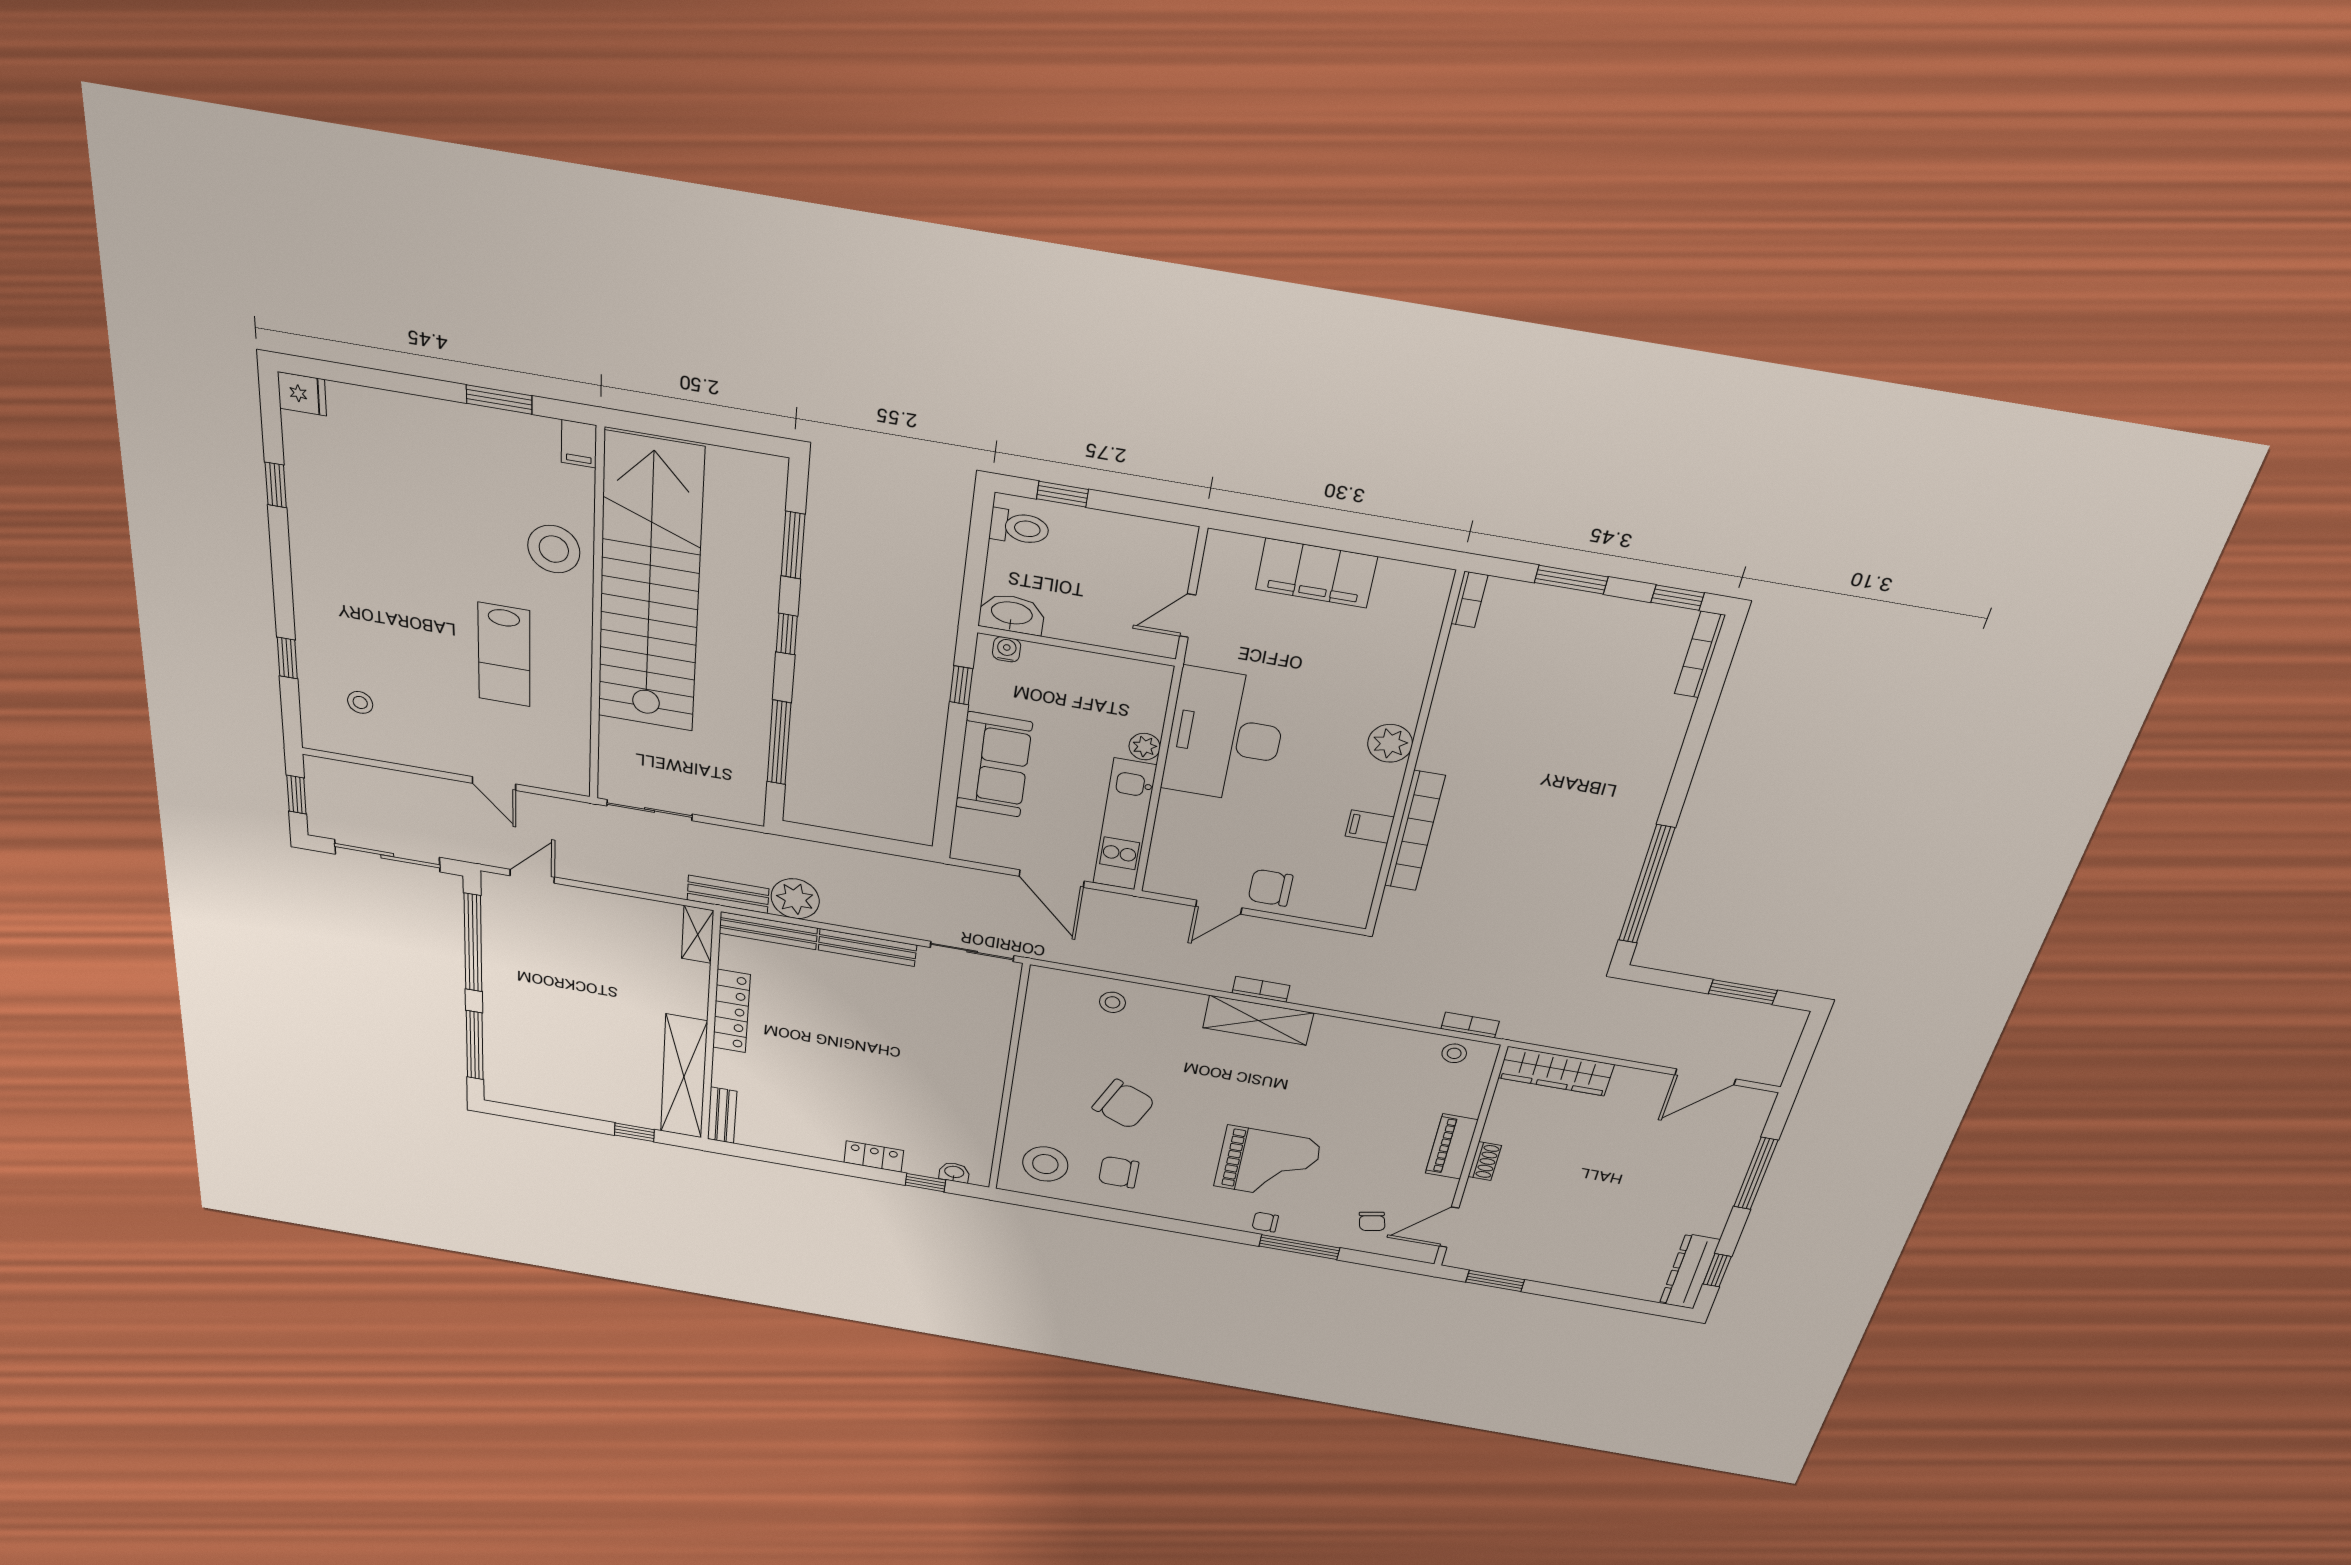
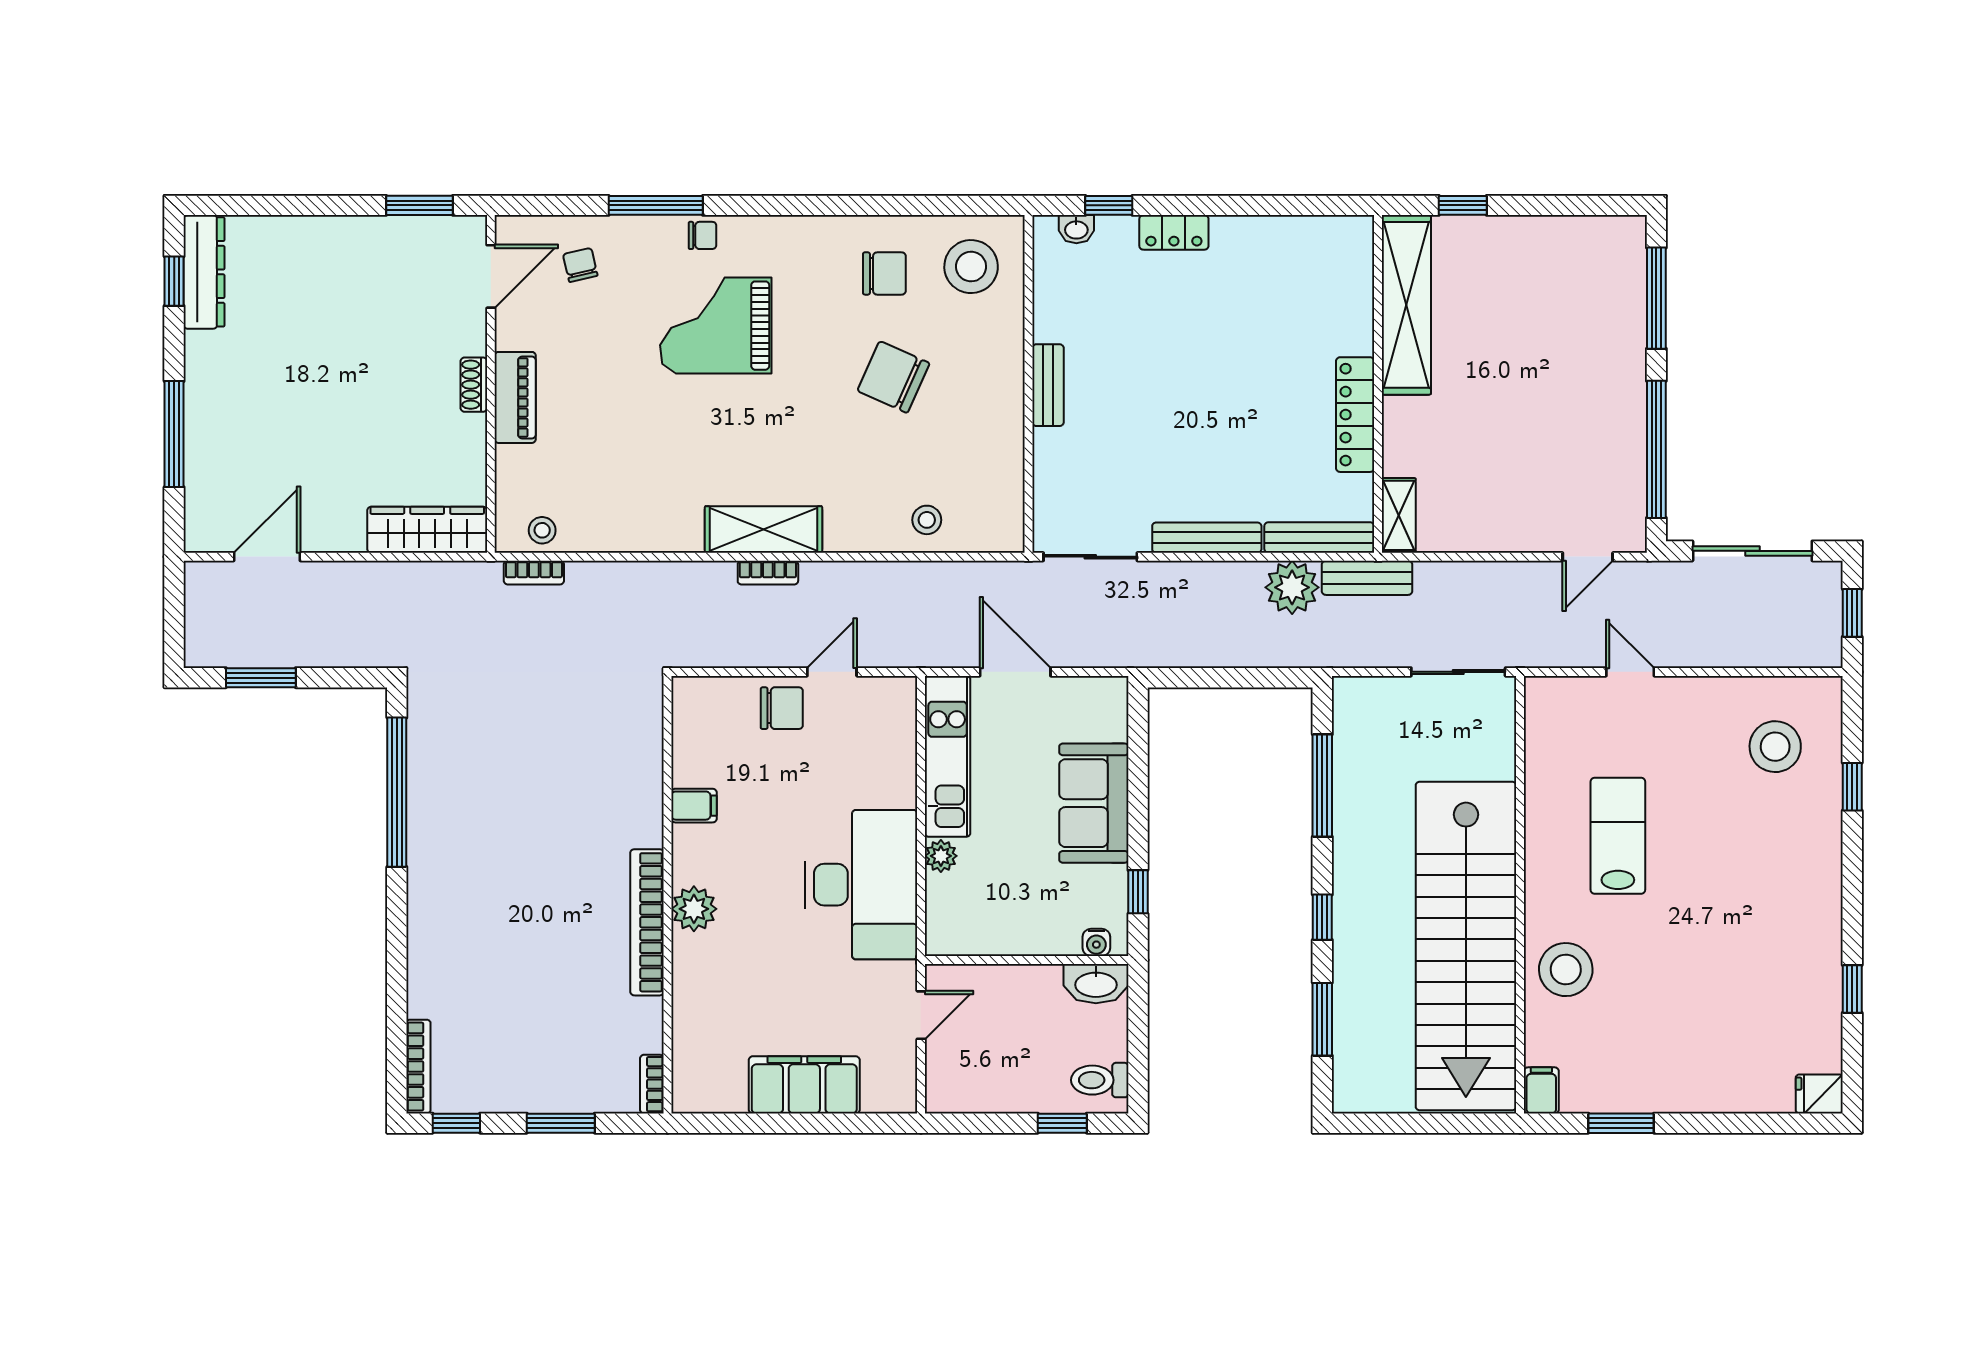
stool: (360, 702) -> (1775, 747), width x1.89, depth x1.89
bookcase: (1415, 831) -> (647, 922), moved
bench: (722, 1115) -> (1048, 385), moved

